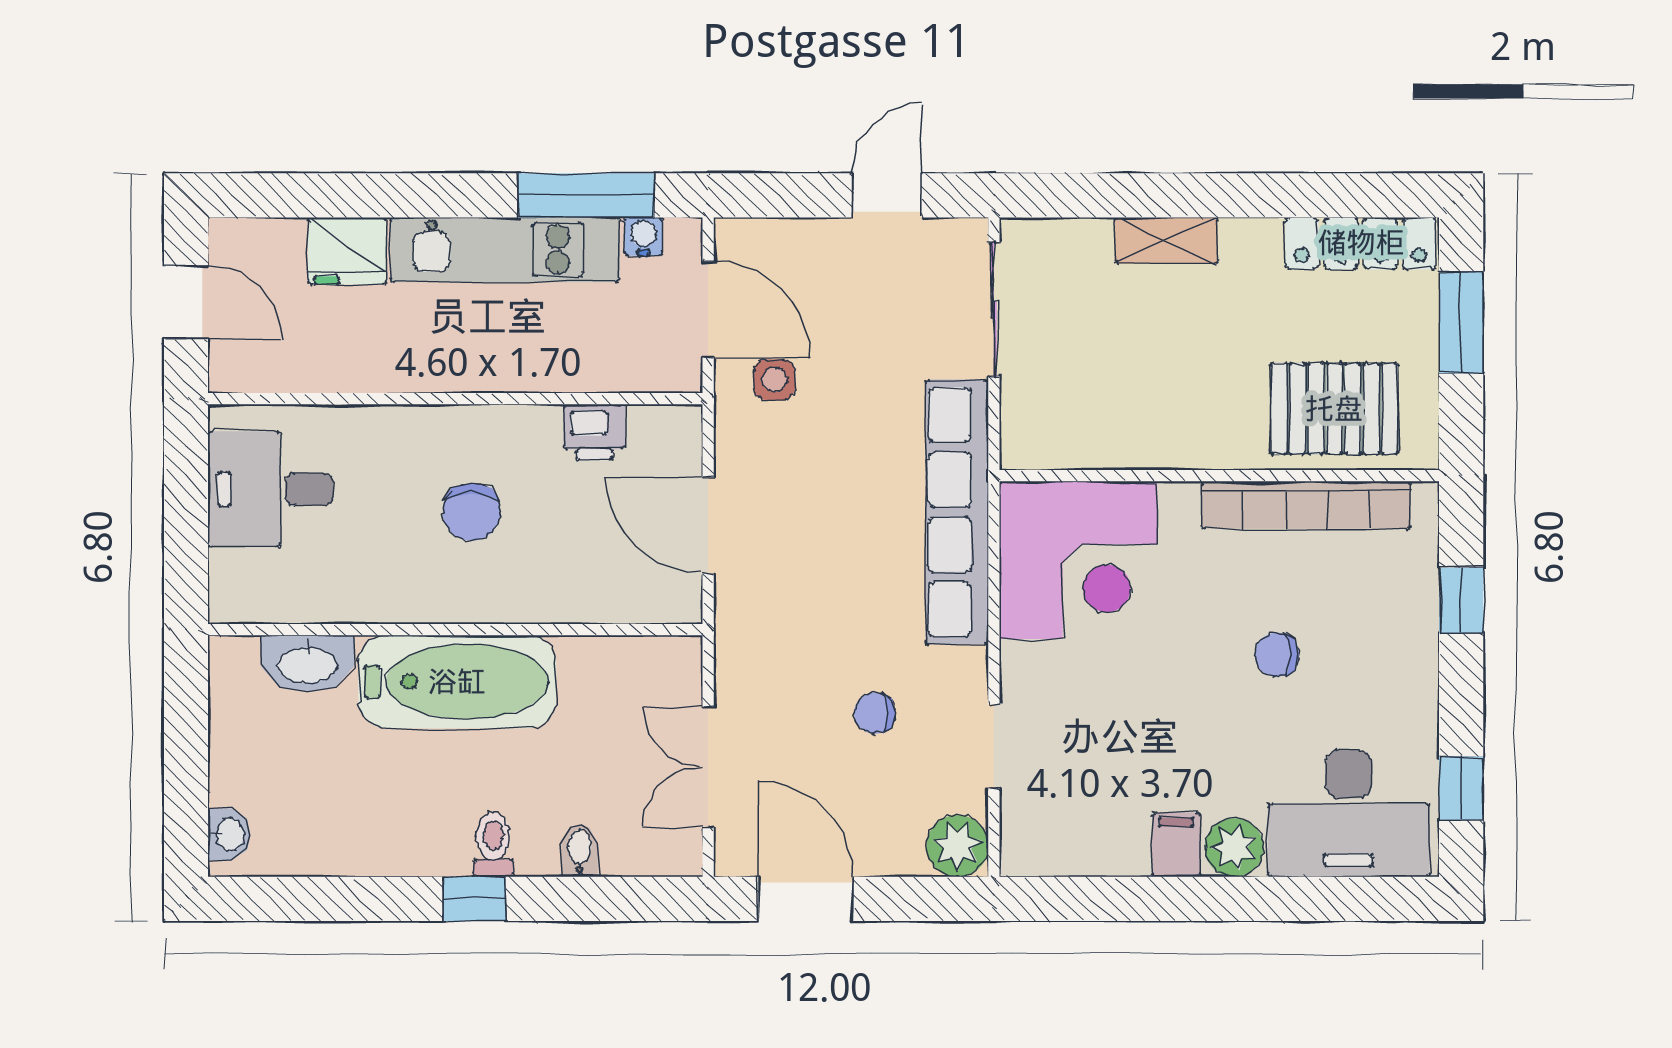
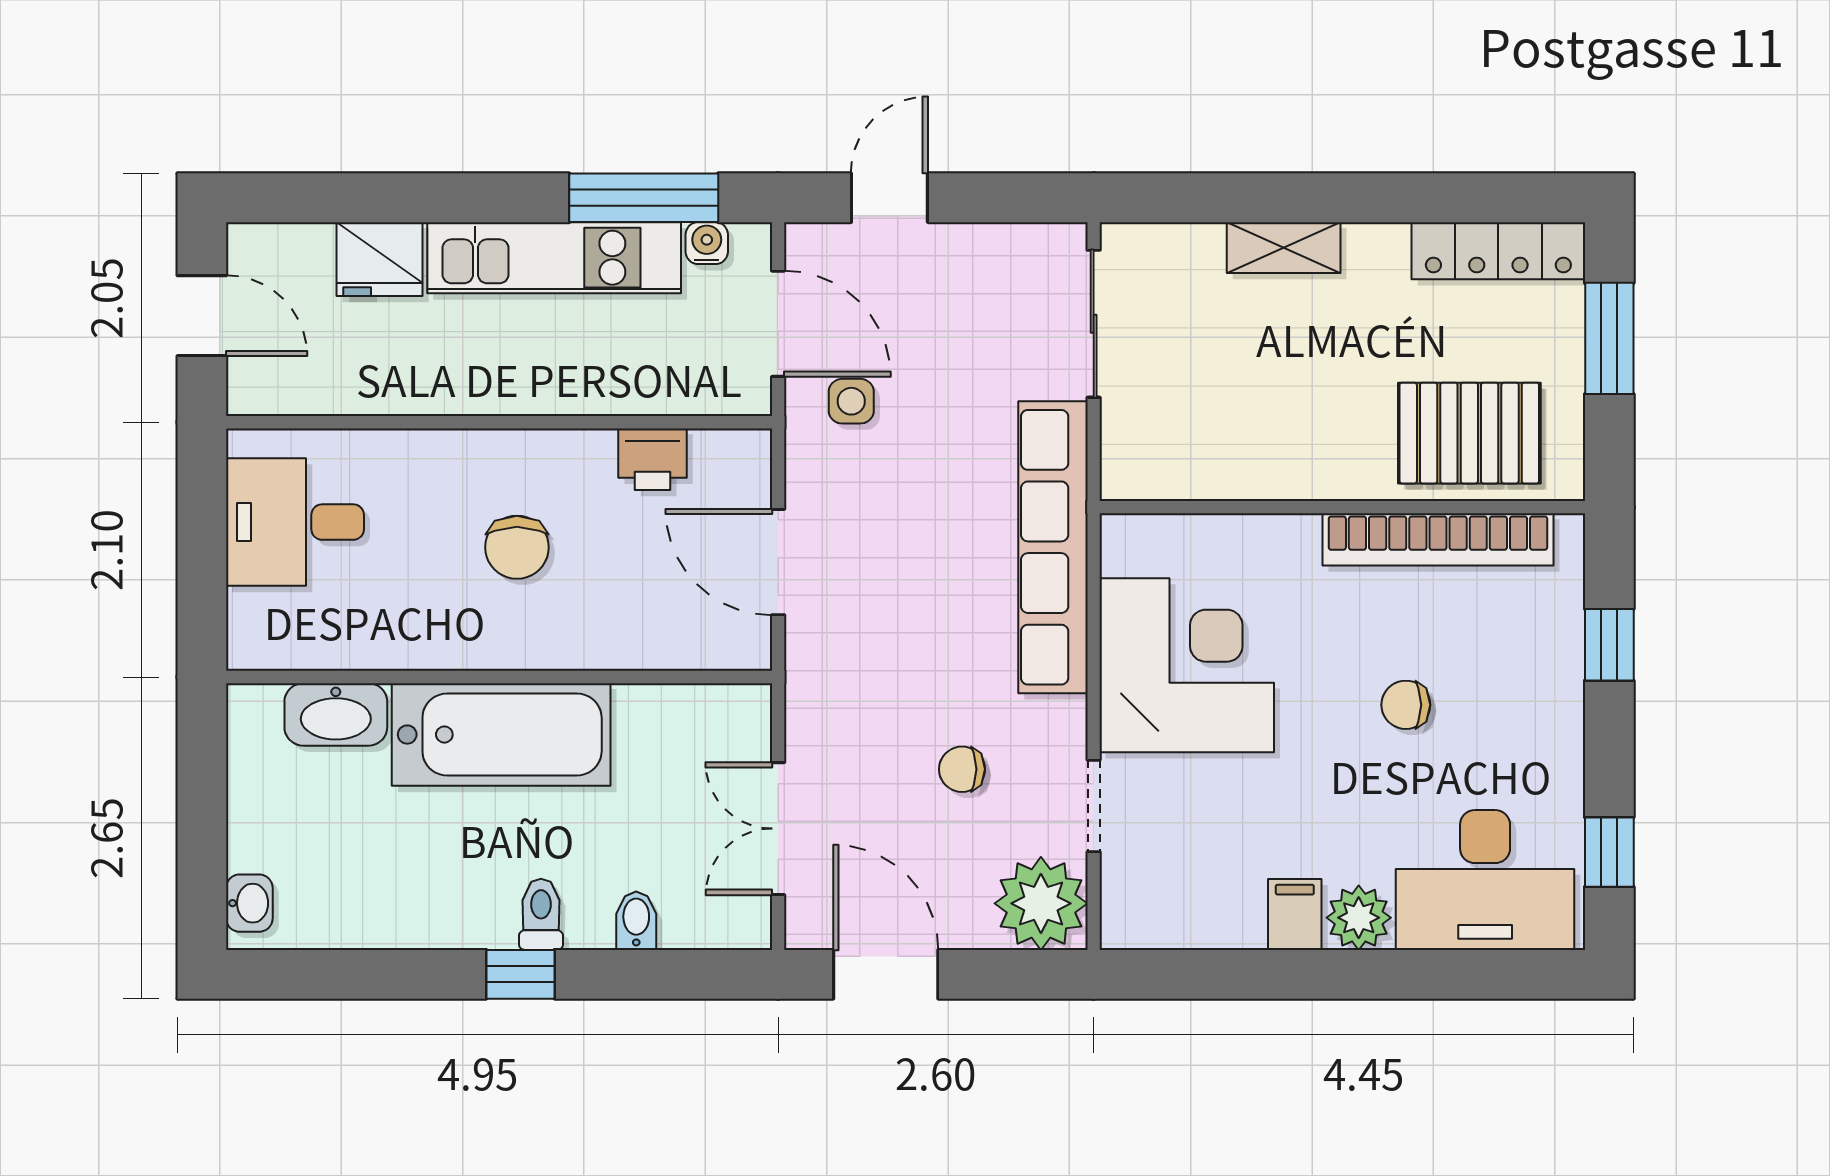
door: (887, 195) -> (889, 198), moved
corner desk: (1078, 560) -> (1187, 665), moved, turned -90
plant: (958, 846) -> (1041, 903), width x1.36, depth x1.36

